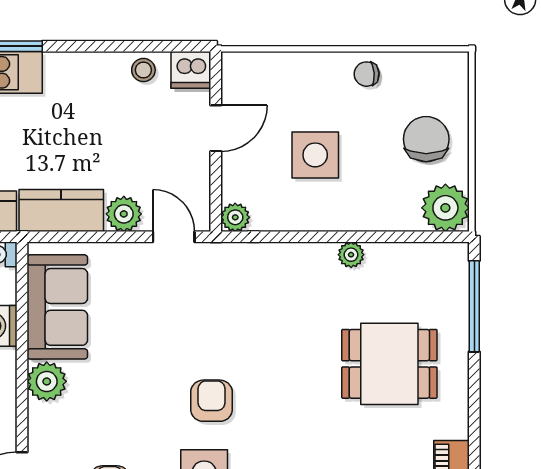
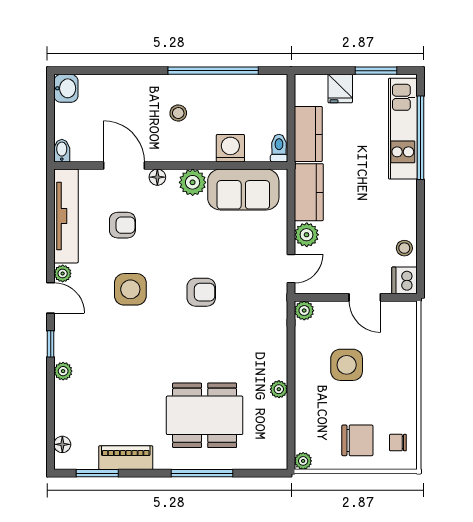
chair: (367, 74) -> (398, 443), moved, turned -86
plant: (445, 208) -> (303, 461), width x0.53, depth x0.53
window: (474, 306) -> (202, 473), moved
dining table: (389, 364) -> (205, 415), width x1.38
armchair: (212, 401) -> (201, 292), moved
floor lamp: (39, 433) -> (157, 177), added

